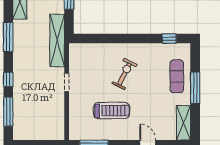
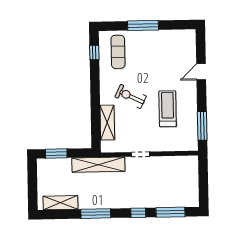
exercise mat: (177, 76) -> (118, 52), moved, turned 90
shelving: (184, 123) -> (107, 123), moved, turned 90

